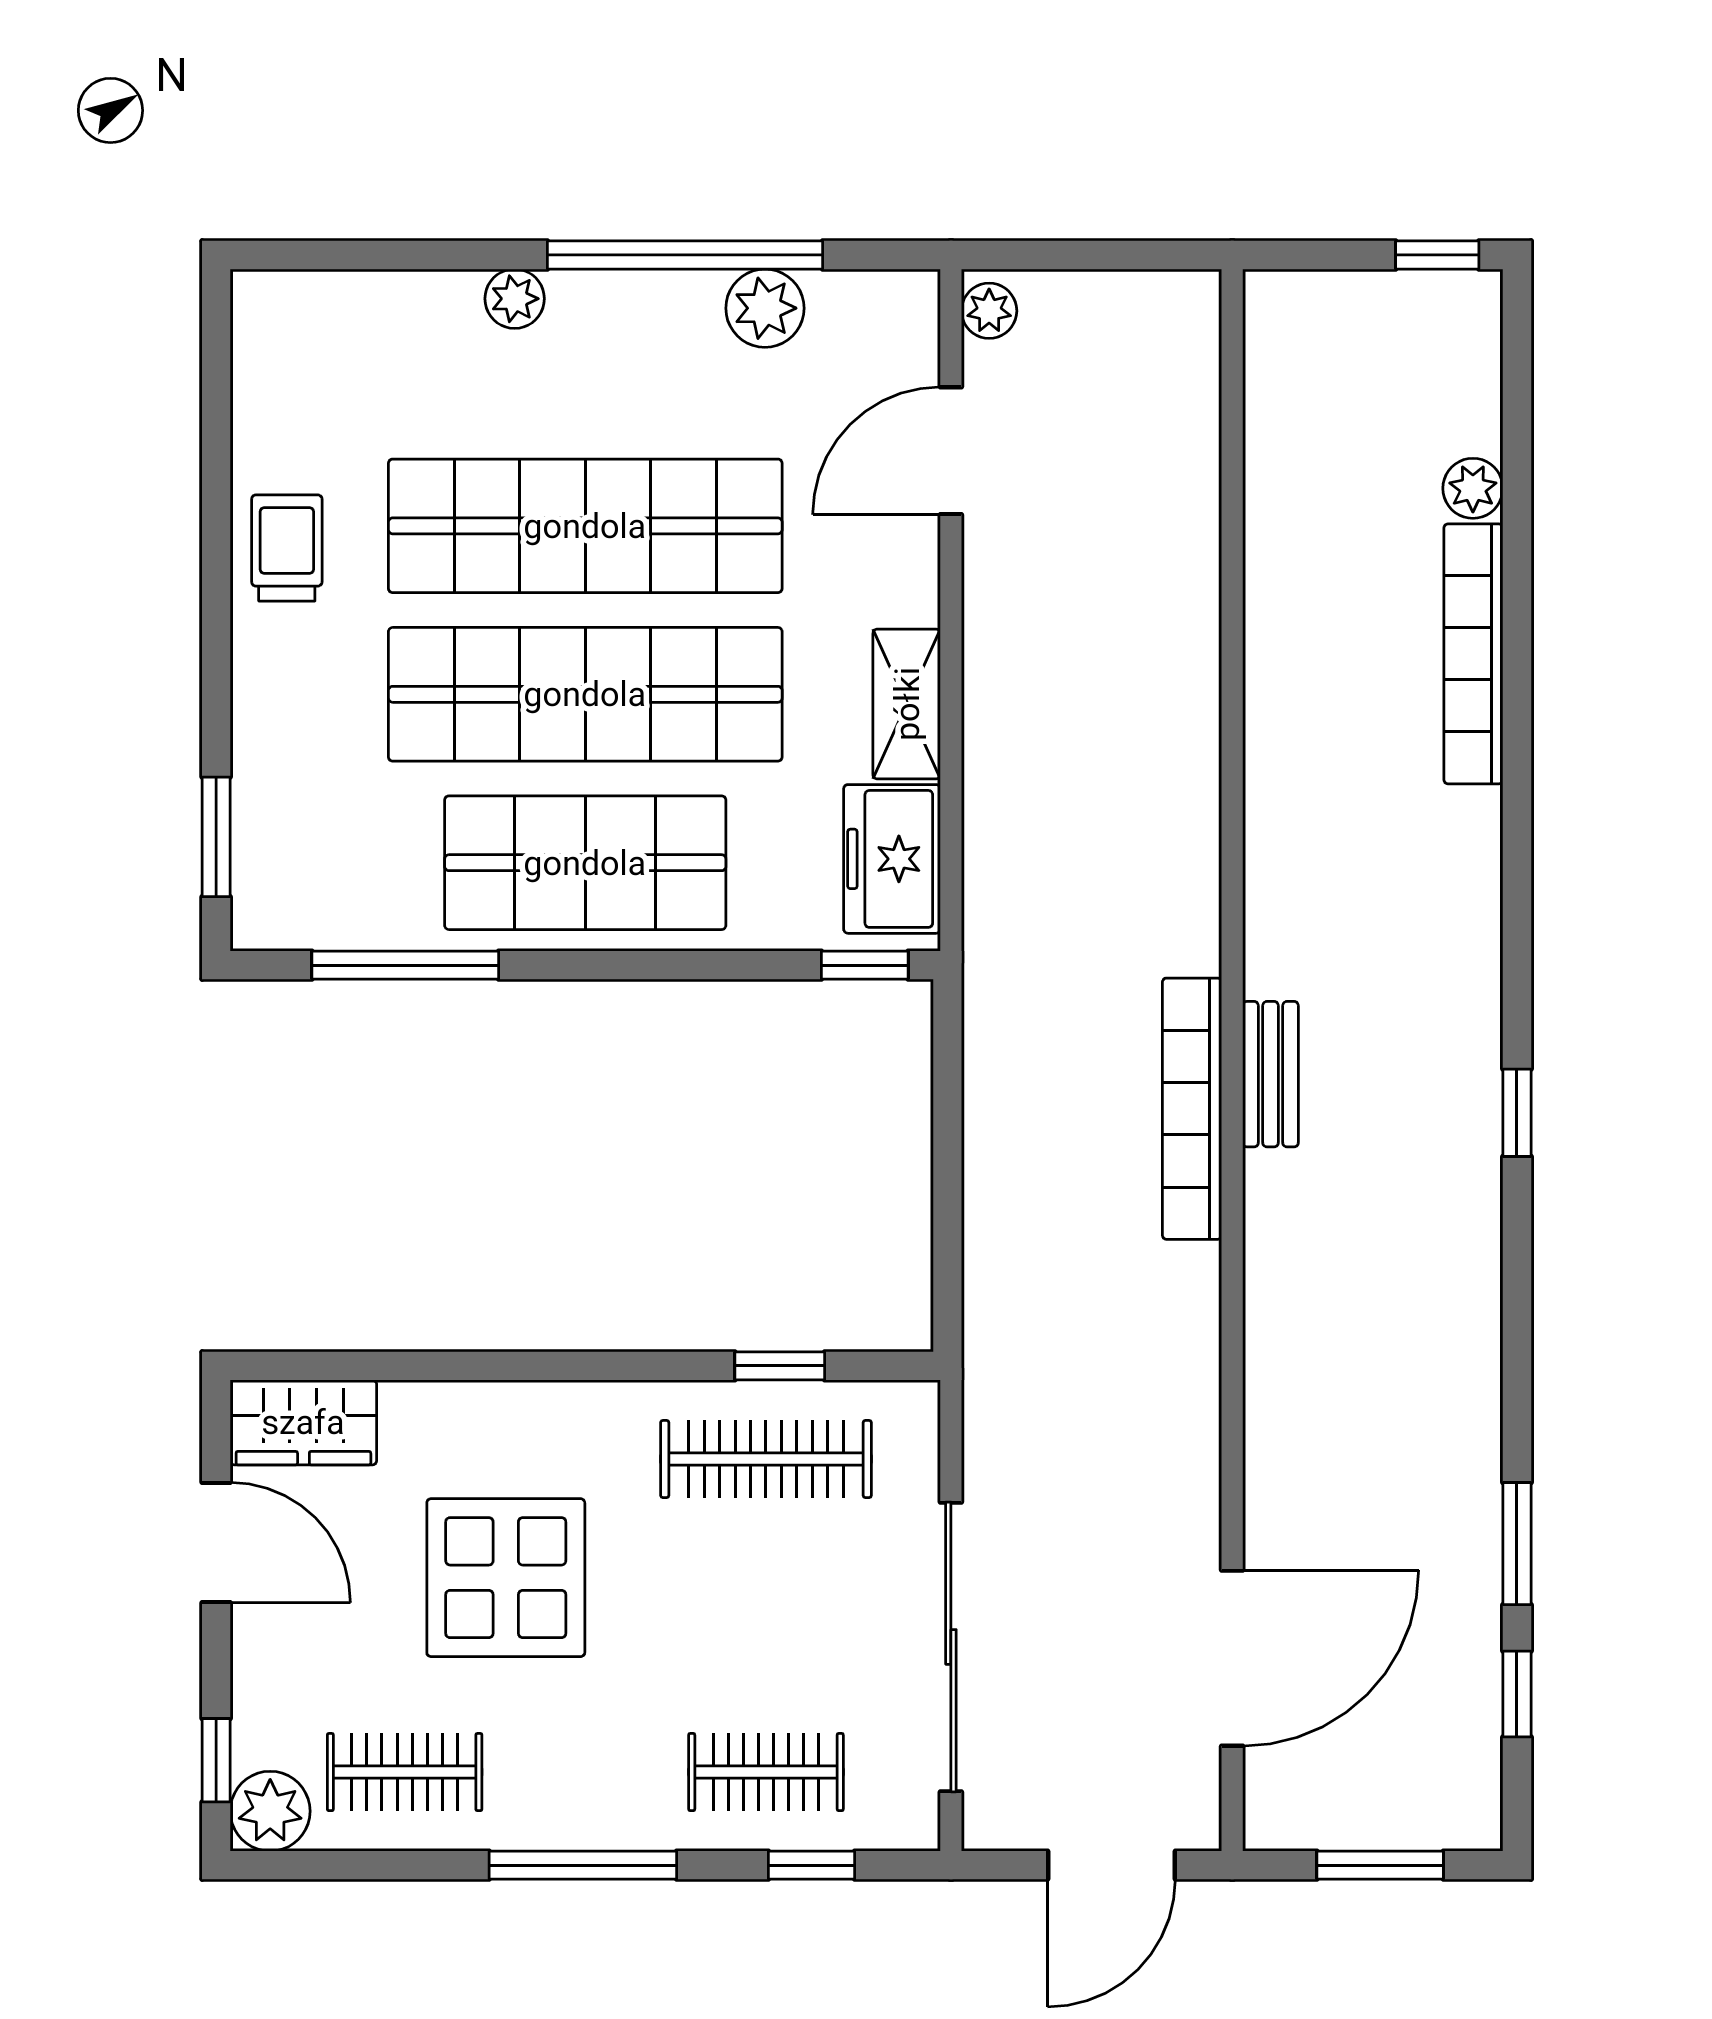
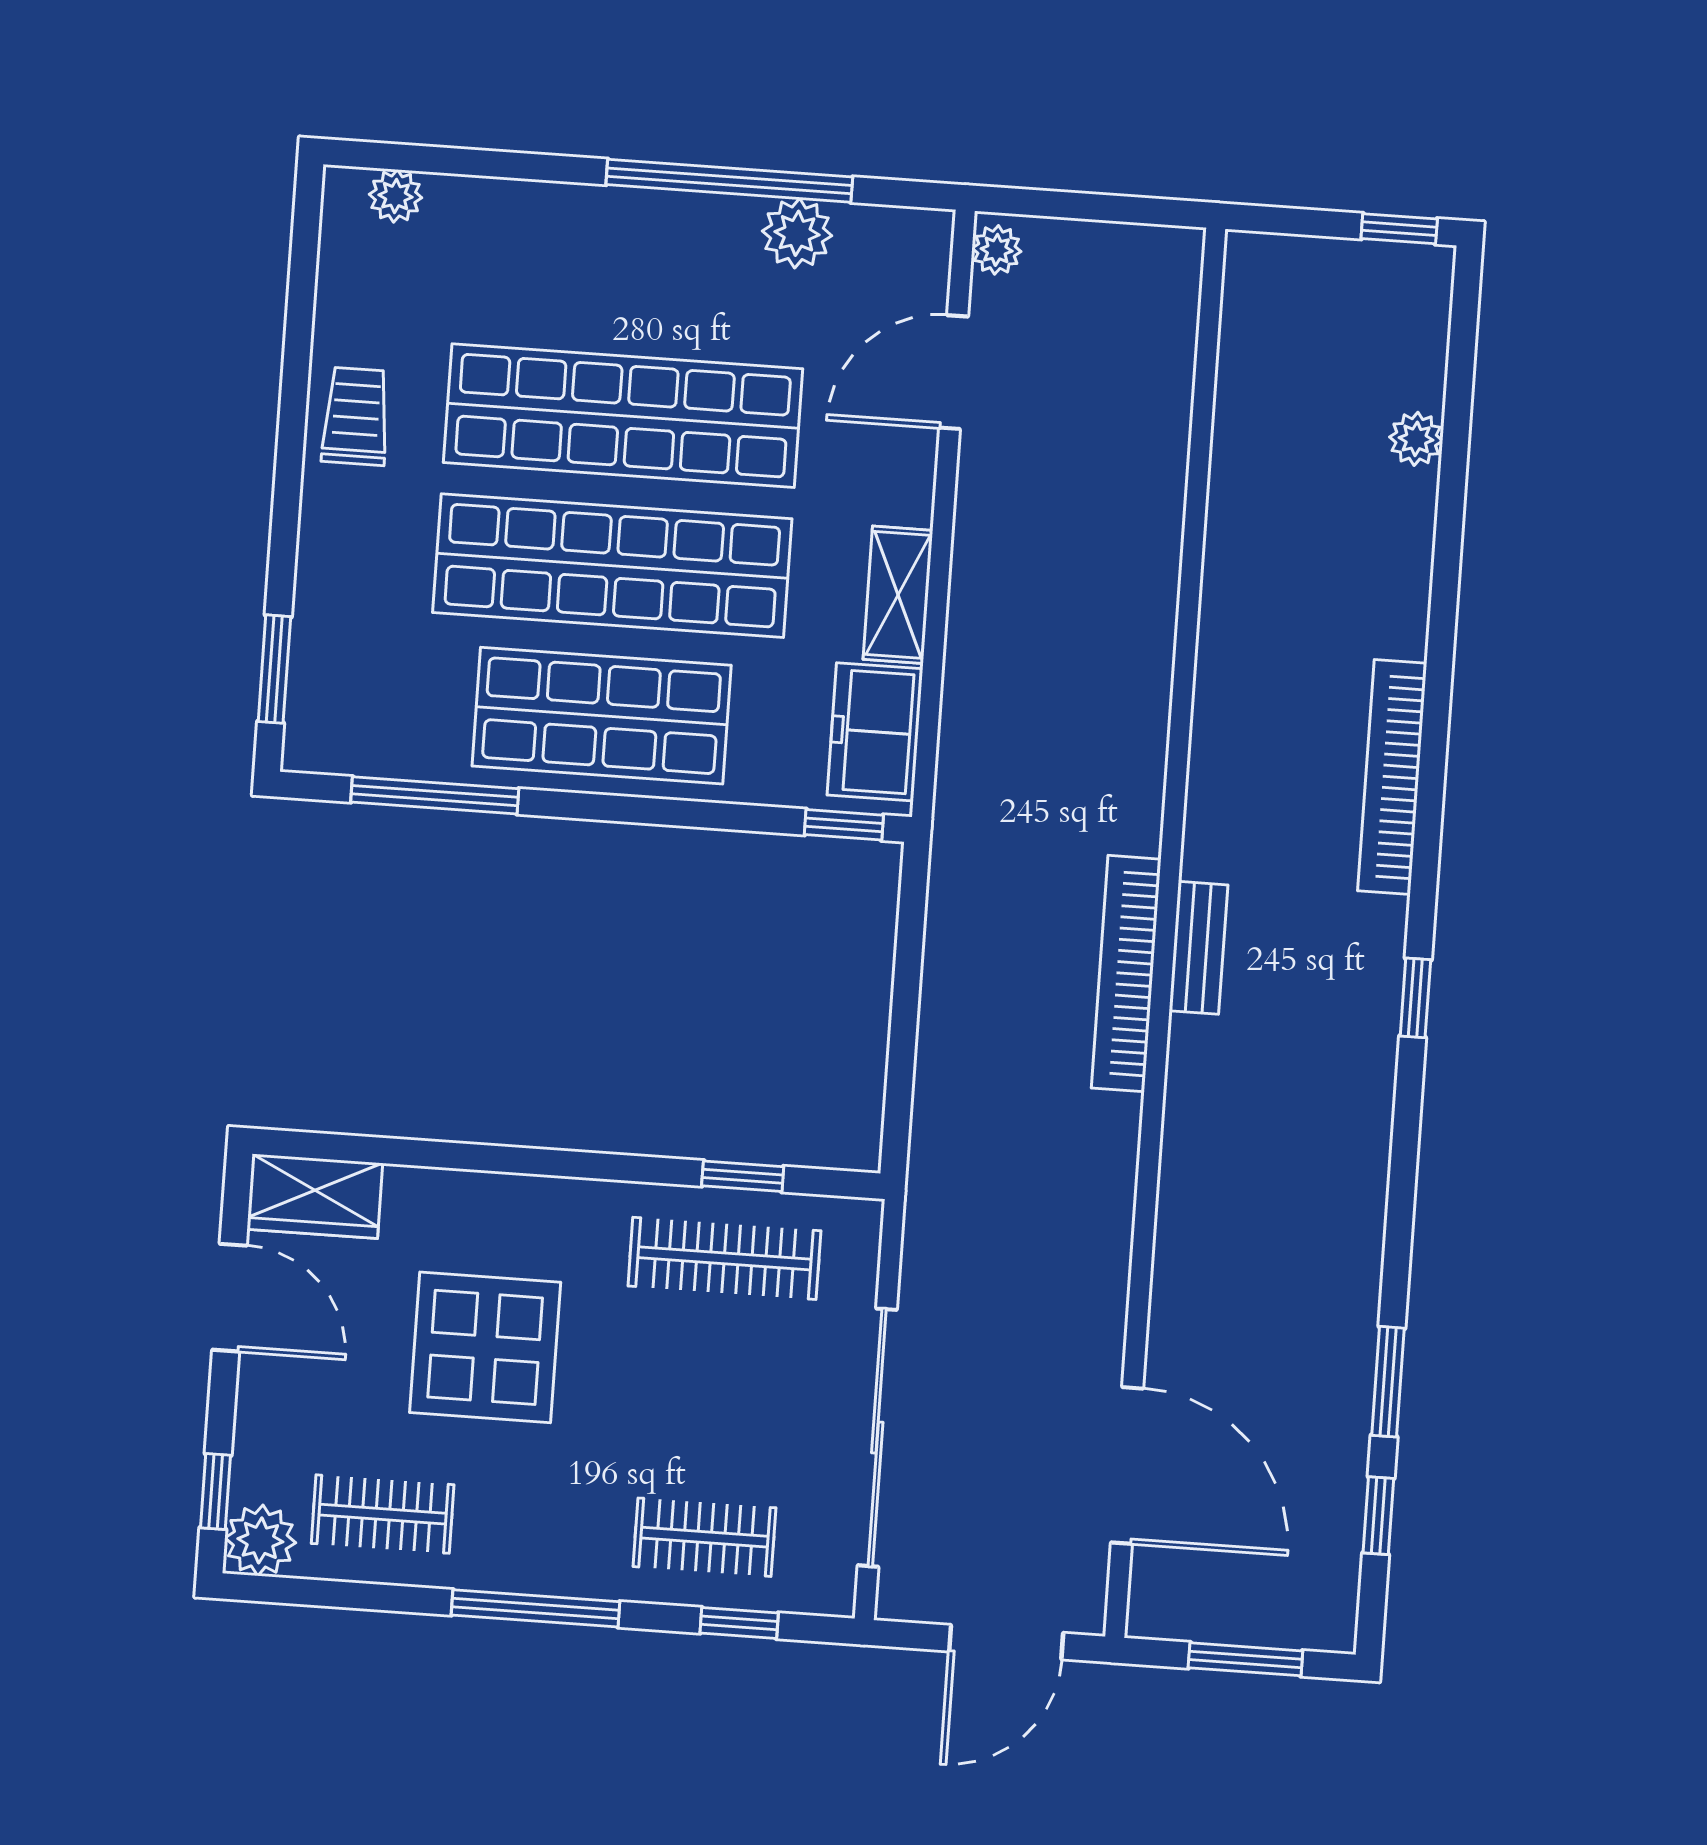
plant: (515, 299) -> (396, 196), moved
bookcase: (1473, 654) -> (1392, 777), moved
door: (1232, 1658) -> (1127, 1465), hinge flipped

